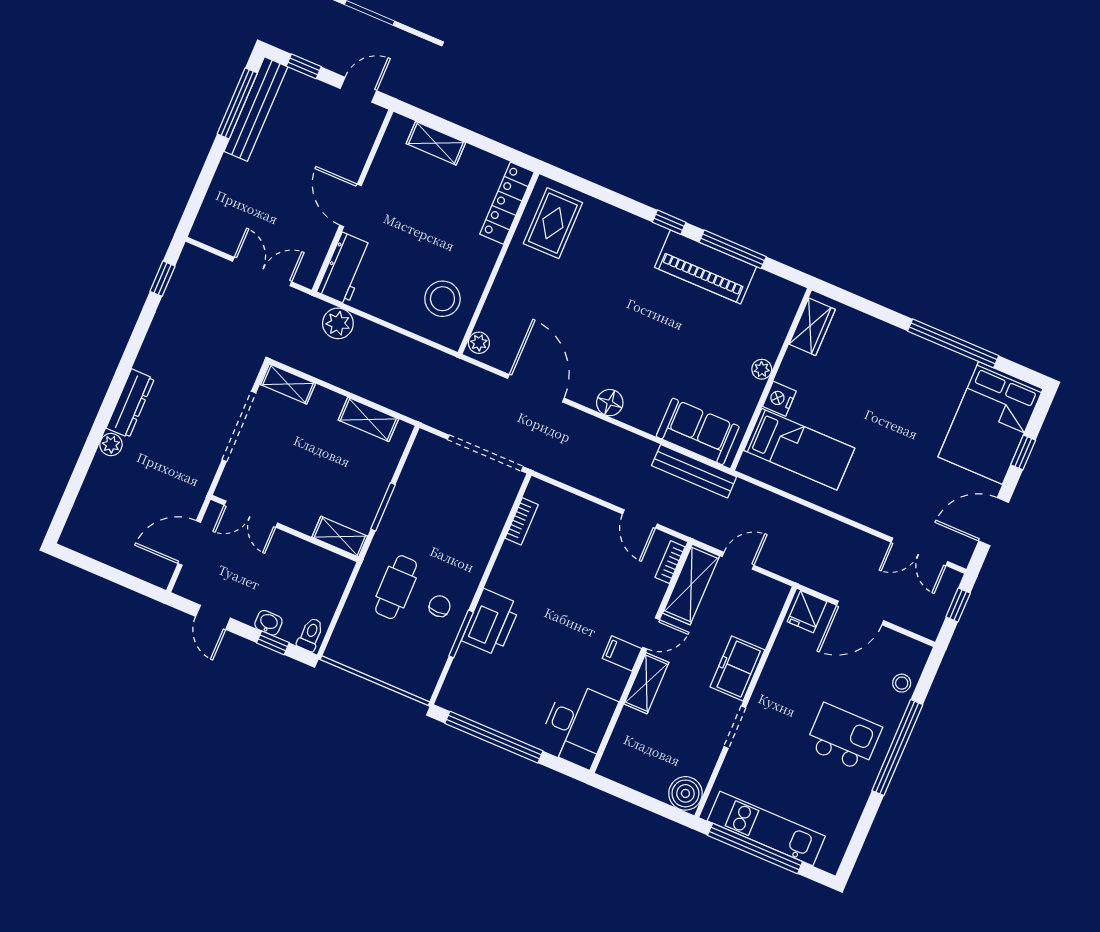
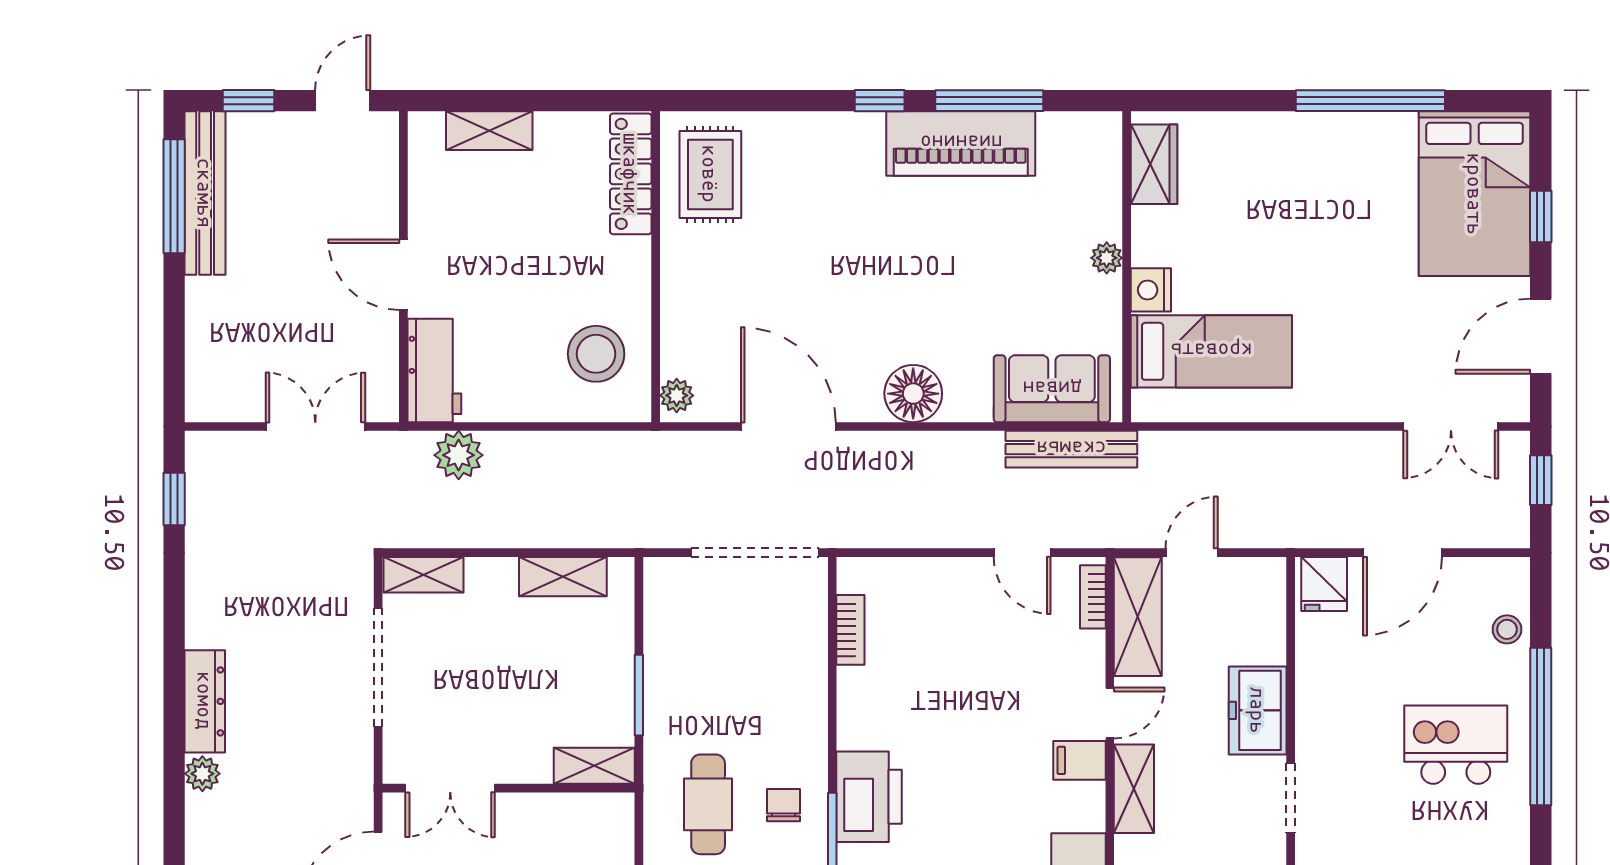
floor lamp: (610, 403) -> (913, 394), width x1.38, depth x1.38

